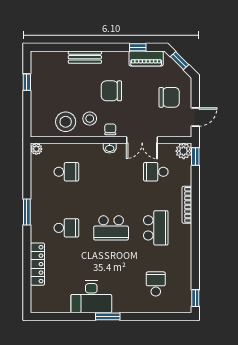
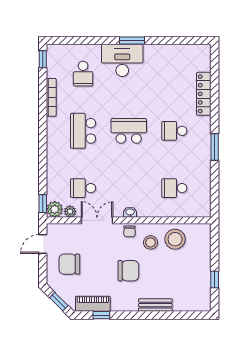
plant: (36, 149) -> (70, 211), moved
school desk: (156, 172) -> (83, 188), turned 180
bookcase: (187, 205) -> (51, 97), moved
desk: (91, 297) -> (122, 60), moved

